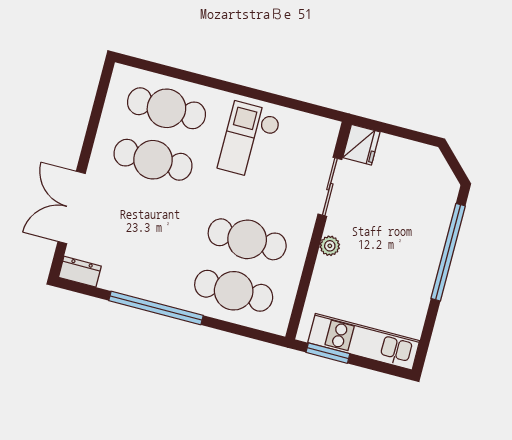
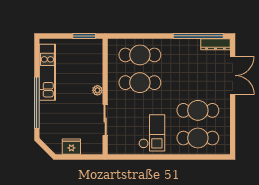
fridge: (361, 145) -> (71, 147), moved, turned 90
dresser: (80, 272) -> (216, 44), width x1.44
window: (156, 308) -> (198, 36), moved
kitchen unit: (364, 342) -> (47, 72), moved, turned -90

